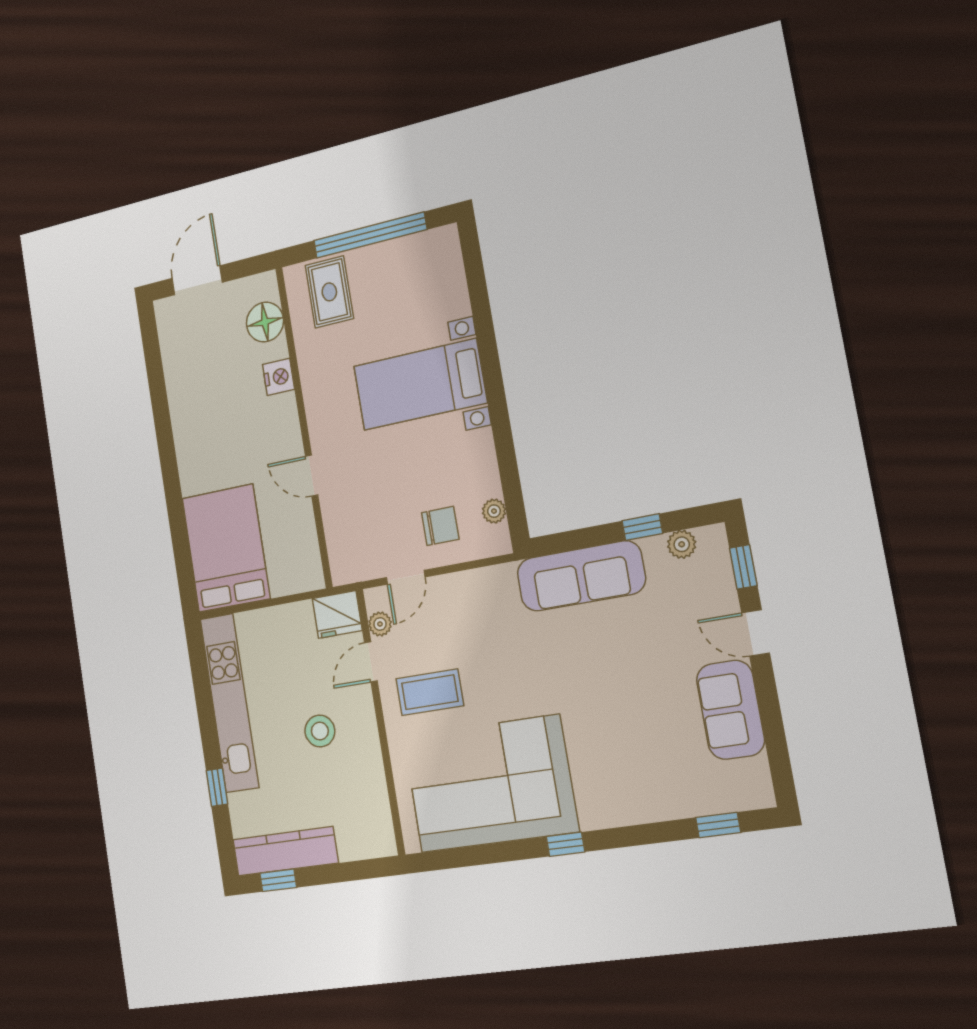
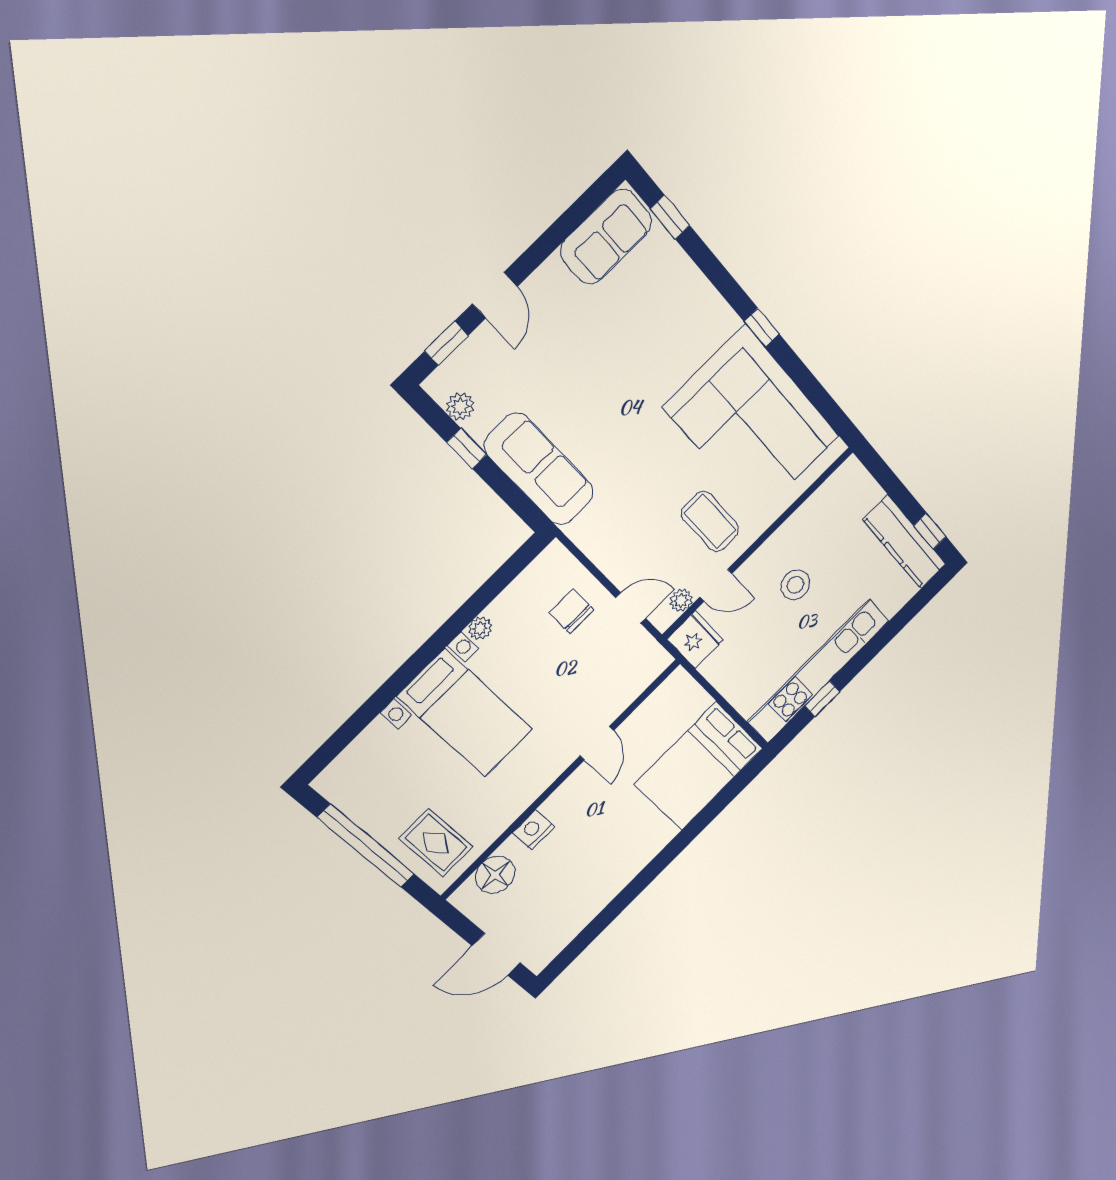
rug: (329, 292) -> (436, 843), turned 90
plant: (494, 511) -> (480, 628), moved
sofa: (730, 710) -> (606, 237), moved
window: (217, 787) -> (822, 699), moved

